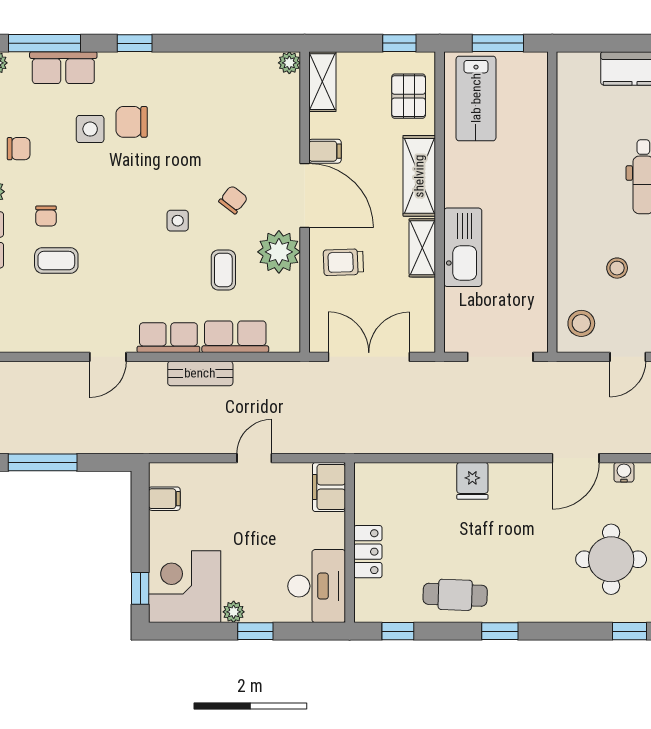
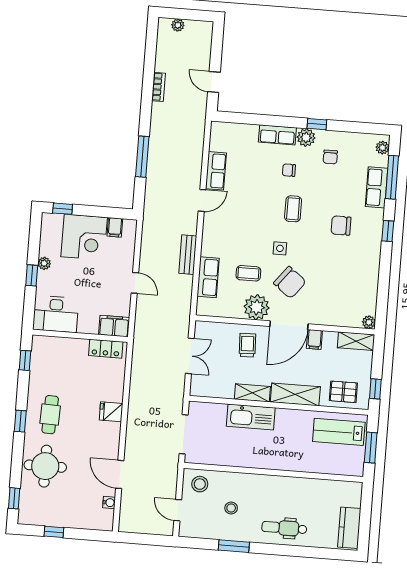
chair: (132, 122) -> (341, 226), turned -90
side table: (90, 129) -> (339, 200), removed
chair: (233, 200) -> (290, 282), width x1.87, depth x1.87
coffee table: (56, 261) -> (293, 209), moved
row of seats: (168, 338) -> (216, 171), moved
door: (108, 357) -> (202, 200), swing flipped
double door: (369, 357) -> (190, 356), width x0.73
locker: (368, 552) -> (106, 349), moved
round table: (611, 559) -> (45, 466), moved
corner desk: (185, 587) -> (84, 237), moved, turned 90
cafe table: (455, 595) -> (50, 415), moved

